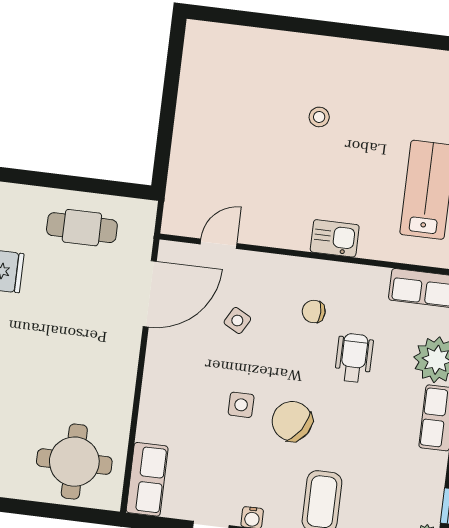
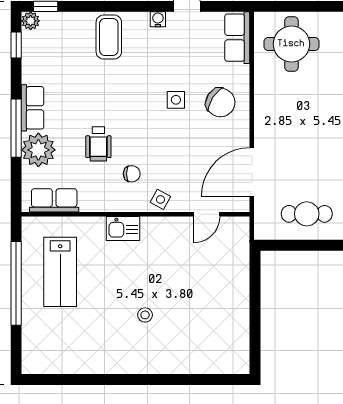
side table: (237, 321) -> (160, 199), moved
chair: (292, 421) -> (220, 102), moved

